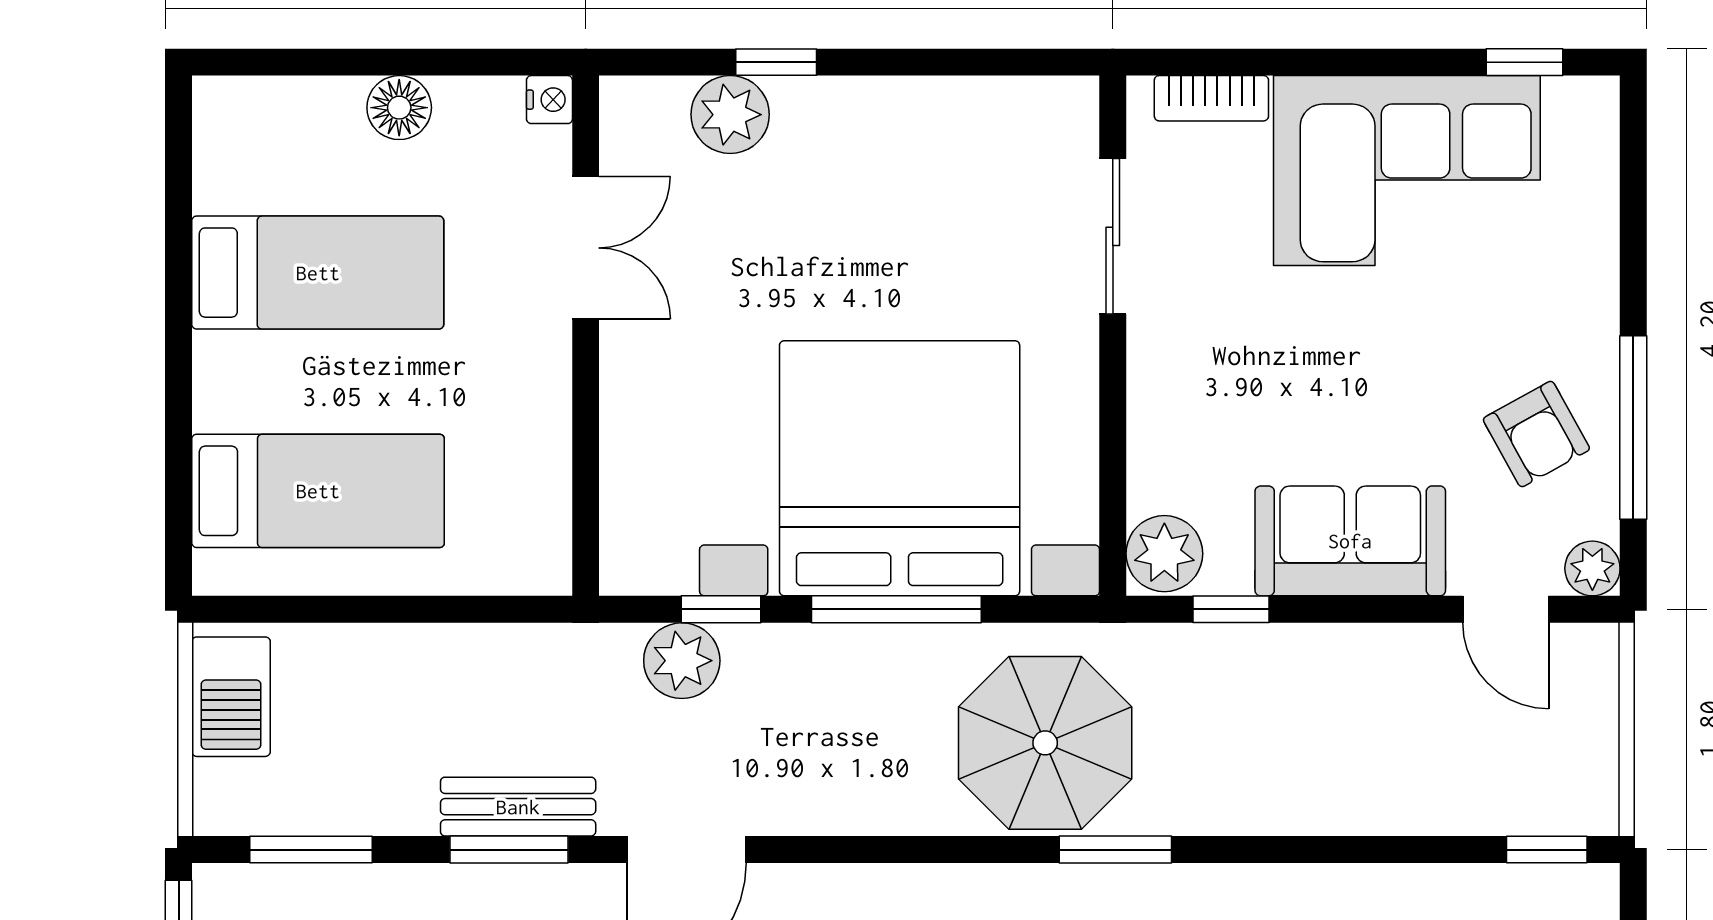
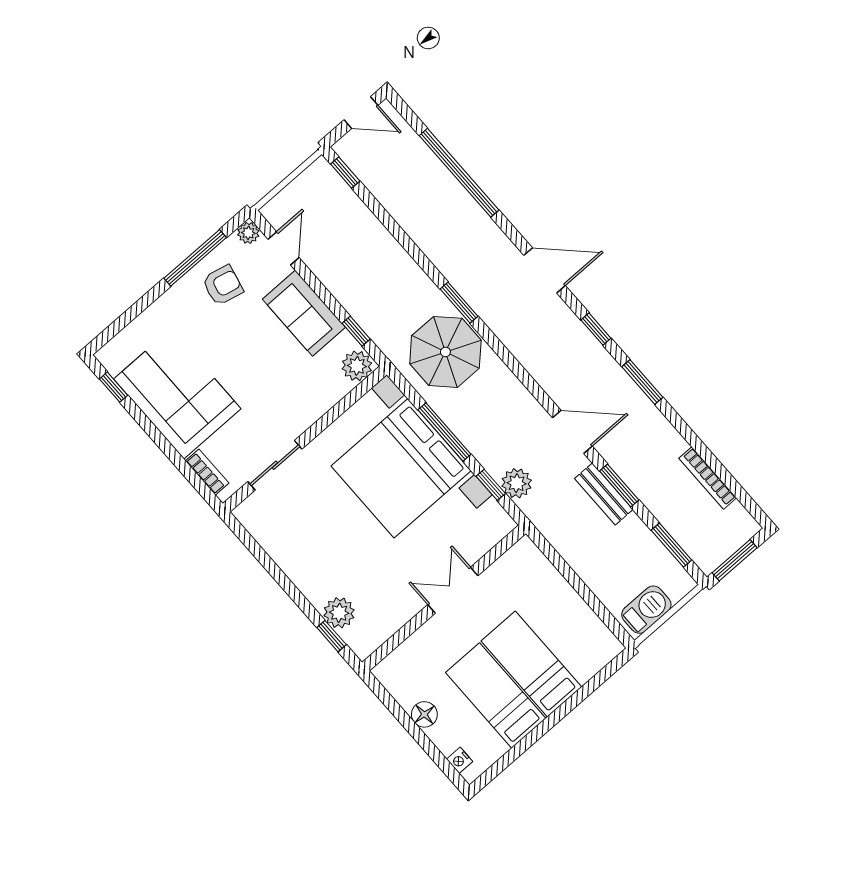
window: (776, 62) -> (332, 636), moved
nightstand: (549, 100) -> (460, 760), moved, turned -90
double door: (586, 248) -> (453, 590), moved
armchair: (1536, 434) -> (223, 285), turned 42
bed: (318, 491) -> (531, 664), moved

